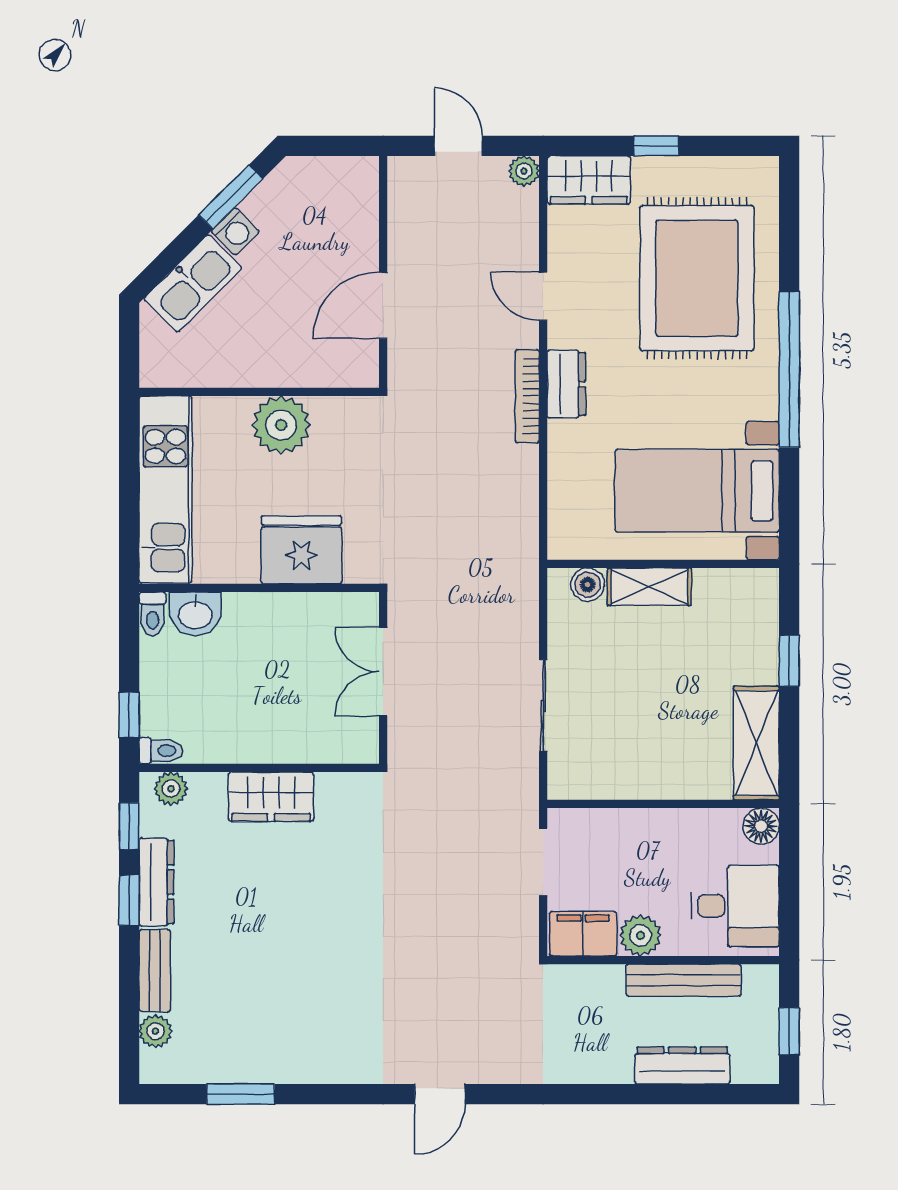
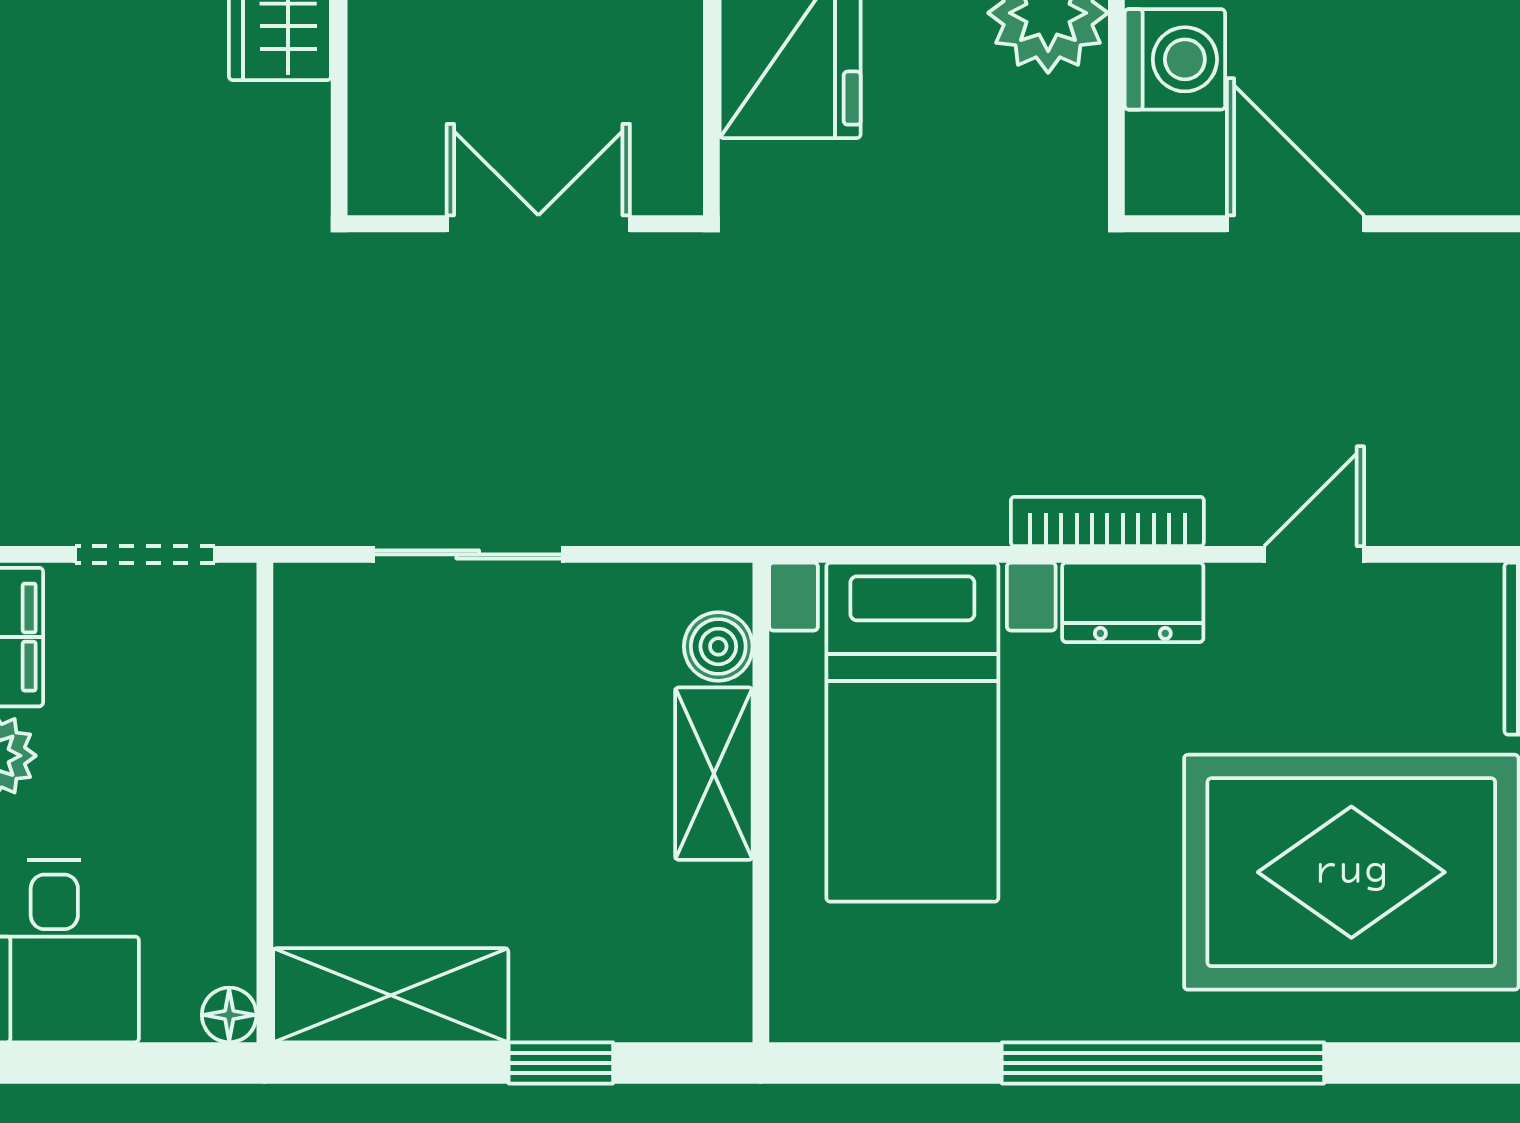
washing machine: (304, 364) -> (1175, 59), added
bed with nightstands: (697, 491) -> (912, 732), moved, turned 180
floor lamp: (761, 826) -> (229, 1015), width x0.73, depth x0.73

